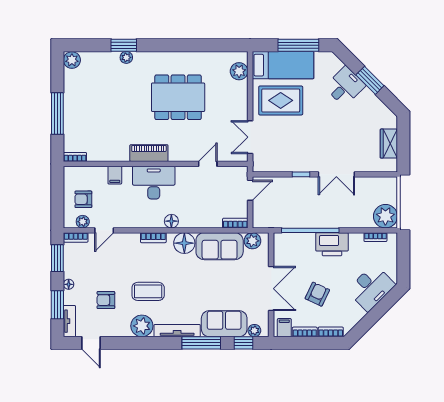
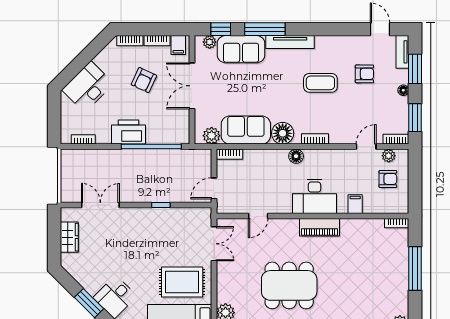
double door: (336, 174) -> (100, 205), moved
plant: (385, 216) -> (73, 161), removed
plant: (142, 326) -> (327, 47), removed

